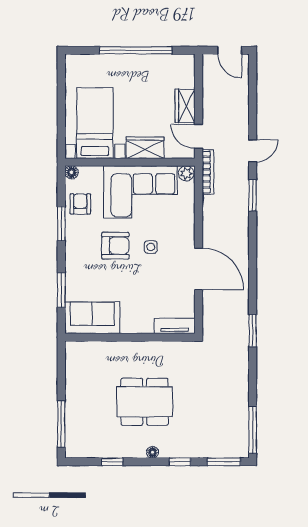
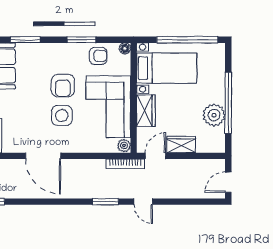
plant: (150, 67) -> (214, 115), added
window: (61, 99) -> (187, 40), added
side table: (151, 247) -> (62, 116), width x1.87, depth x1.87
door: (198, 269) -> (43, 156), hinge flipped

